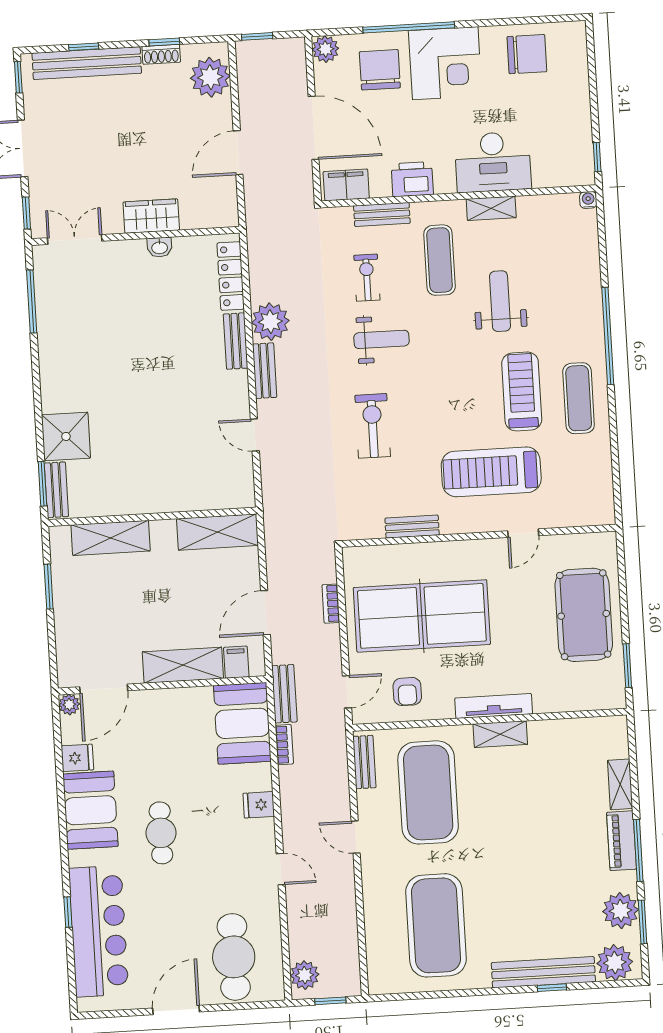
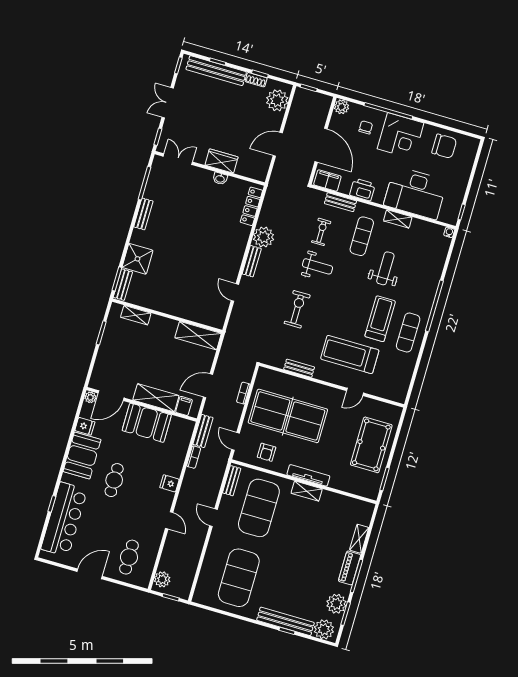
chair: (380, 70) -> (366, 127), width x0.54, depth x0.54
desk: (493, 162) -> (415, 193), width x1.36, depth x1.30
bench: (236, 341) -> (143, 214), moved
shelving: (111, 538) -> (136, 315), width x0.67, depth x0.75
door: (347, 692) -> (236, 441), swing flipped
booth: (242, 723) -> (147, 423), moved, turned 90
cafe table: (234, 957) -> (129, 557), width x0.73, depth x0.74

